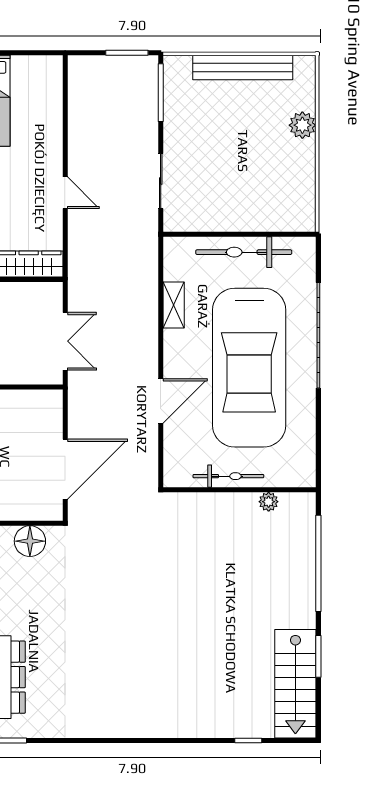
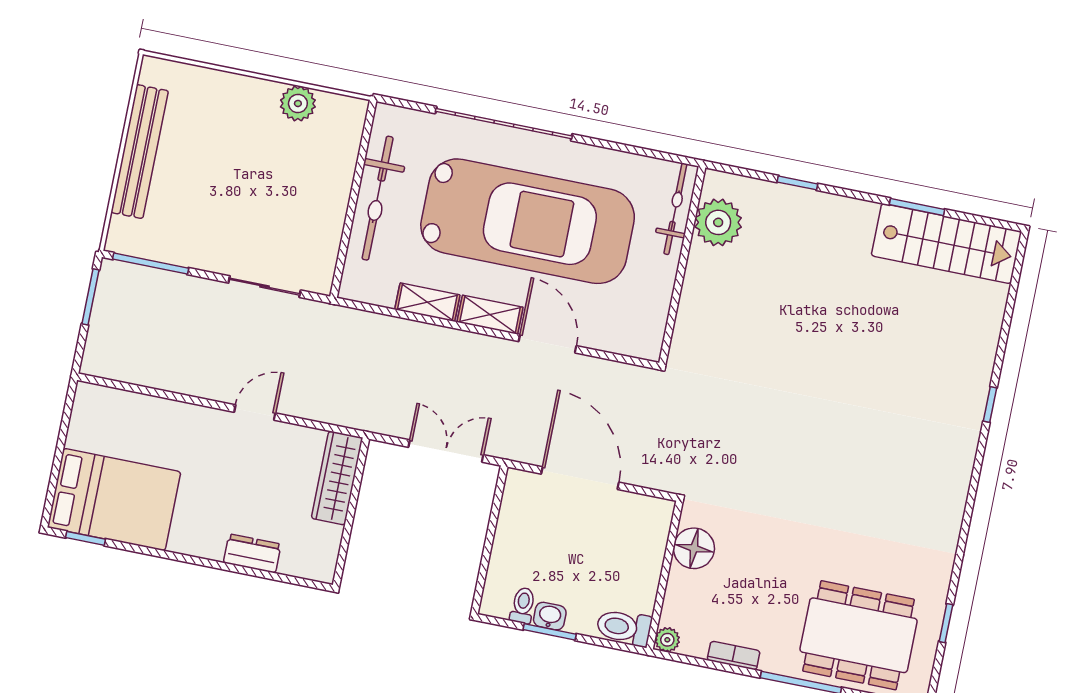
plant: (302, 125) -> (298, 103), moved
shelving: (174, 354) -> (490, 315), added
door: (65, 469) -> (580, 478), moved
bicycle: (228, 476) -> (675, 209), moved
plant: (269, 502) -> (718, 222), width x1.88, depth x1.88
window: (318, 563) -> (797, 183), width x0.32
window: (248, 741) -> (990, 404), moved

